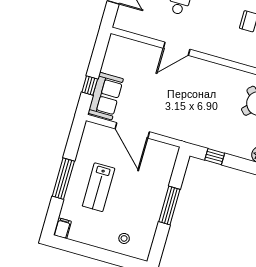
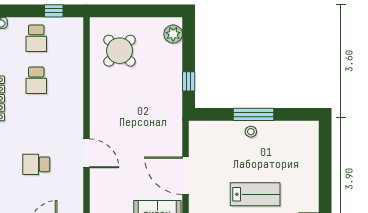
door: (132, 130) -> (185, 176), swing flipped
stool: (124, 238) -> (251, 132), moved

